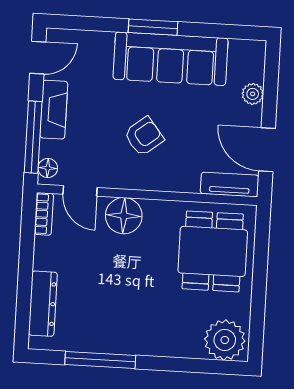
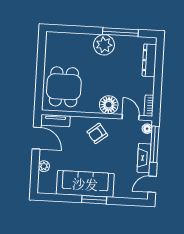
armchair: (144, 136) -> (97, 133), moved
plant: (225, 340) -> (104, 45), moved

